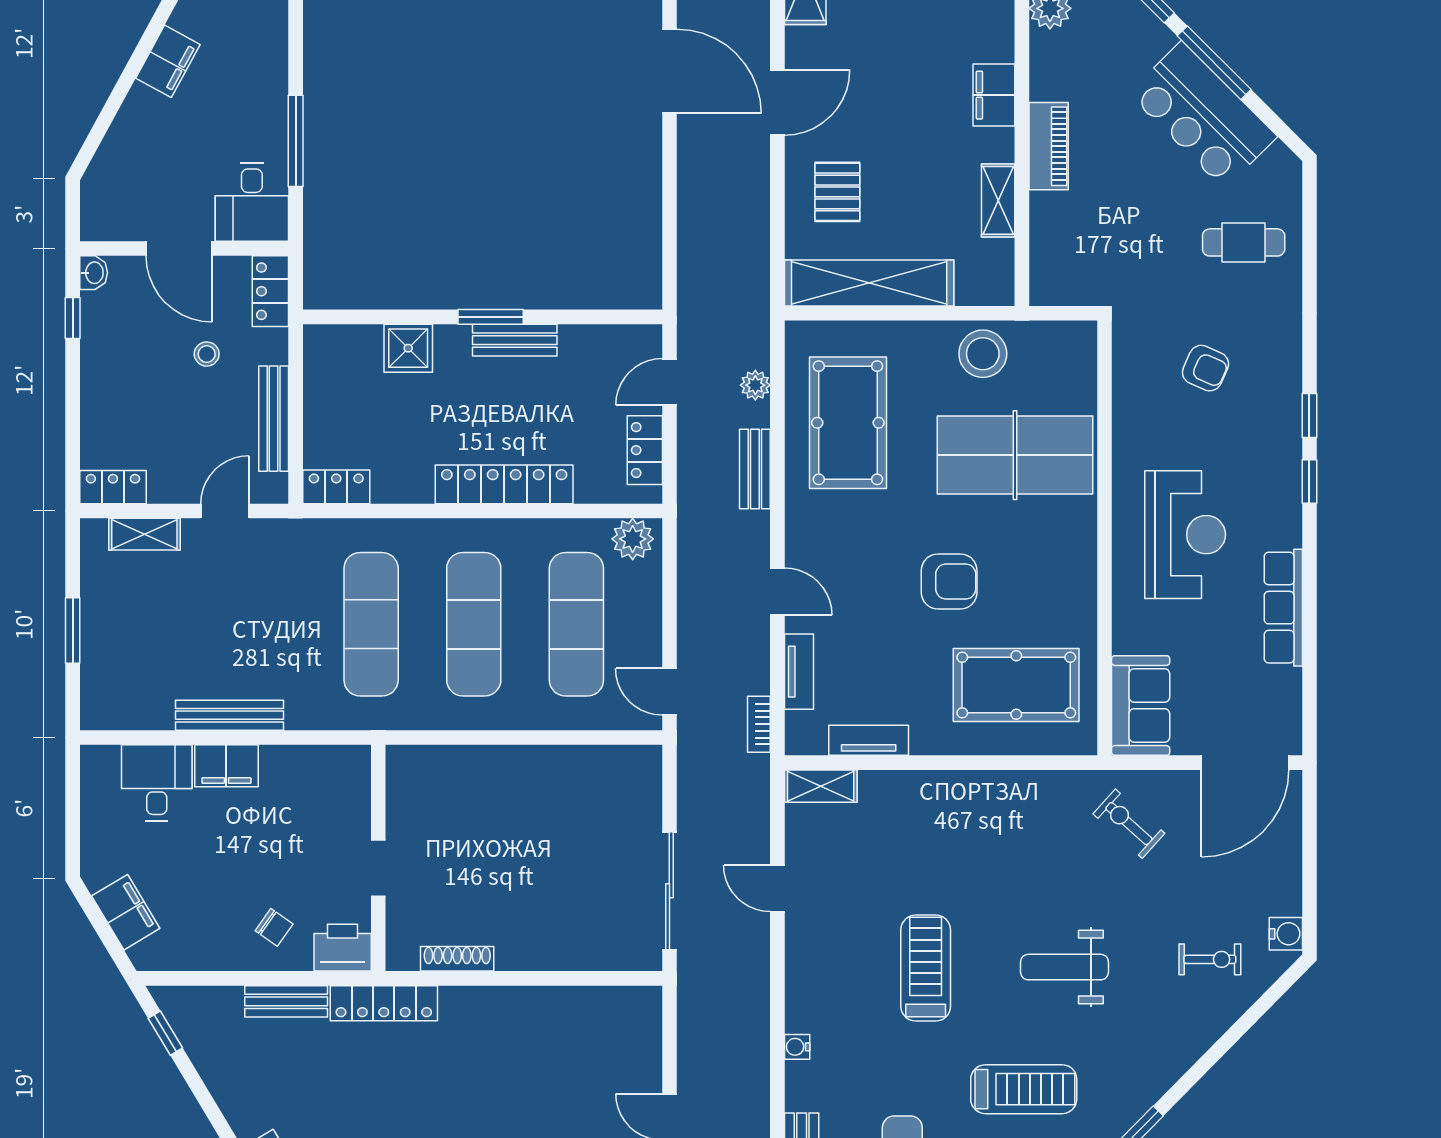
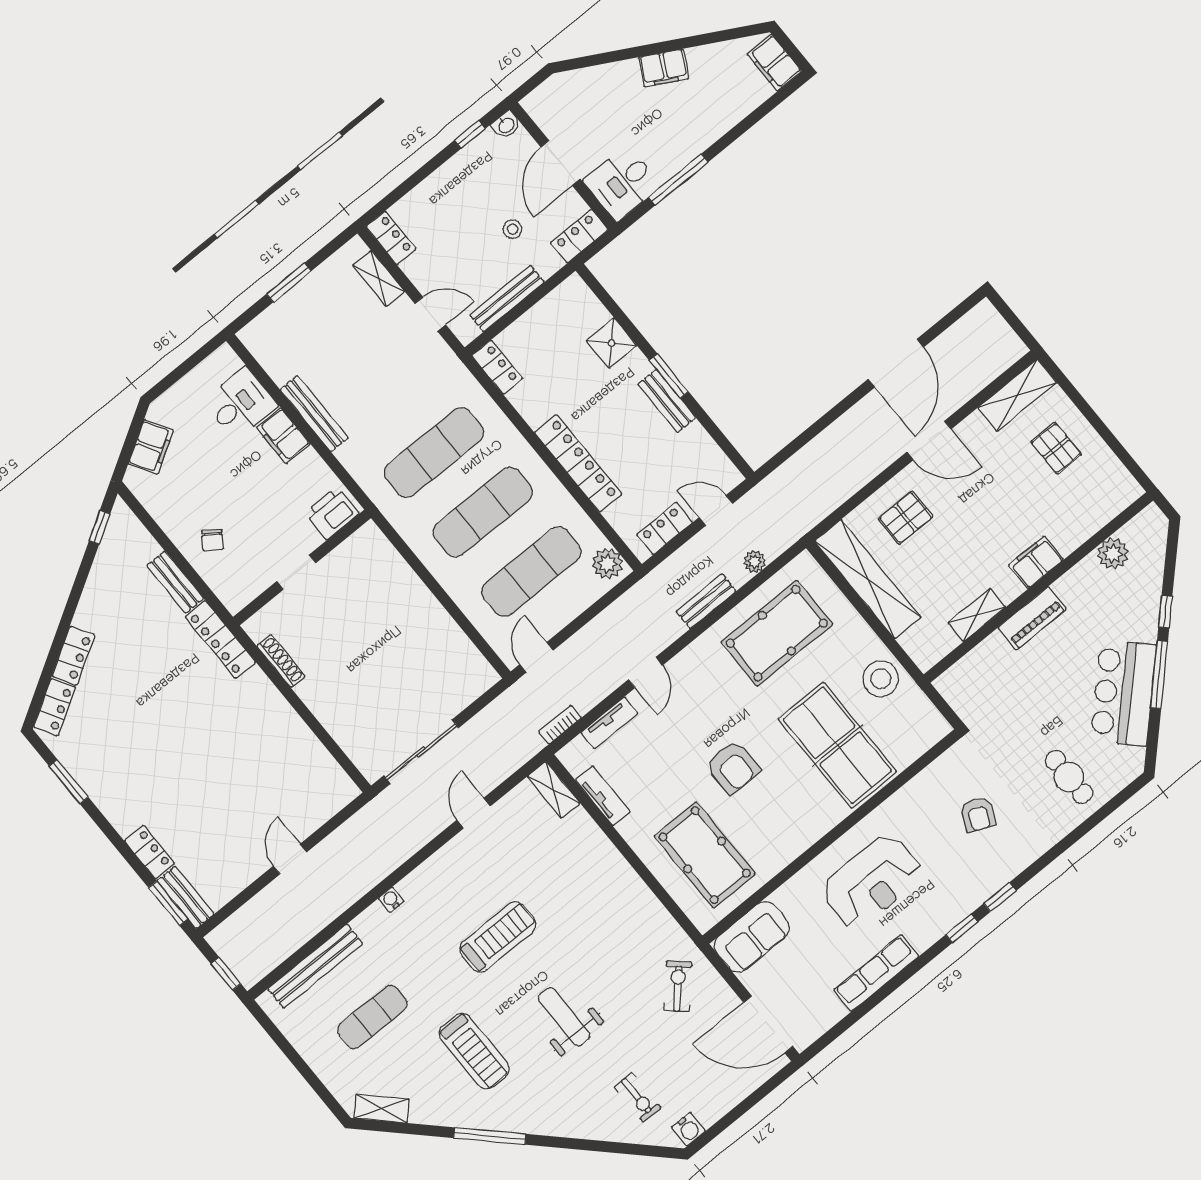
printer: (343, 948) -> (332, 513), moved, turned -90

